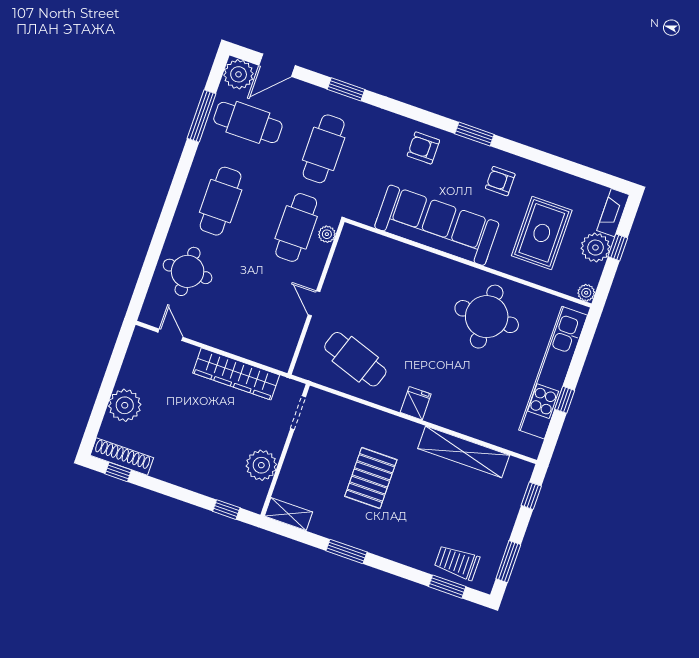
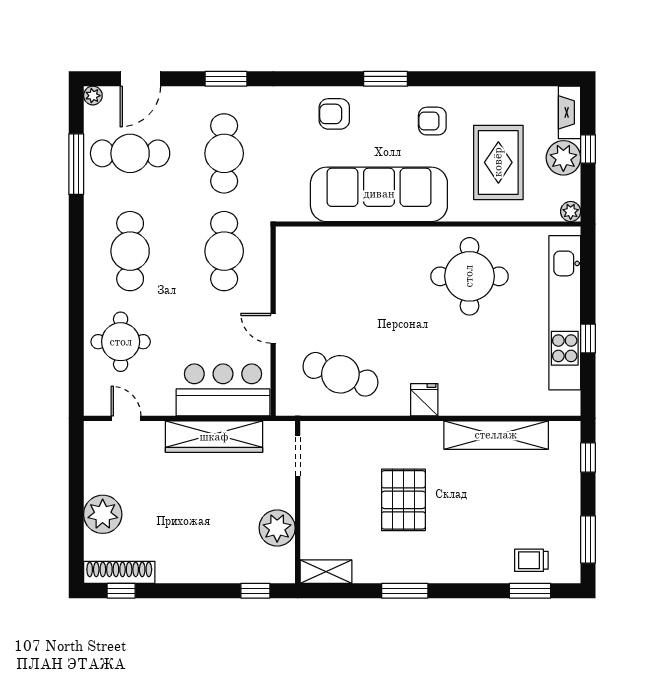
plant: (239, 74) -> (93, 96), width x0.53, depth x0.53
plant: (327, 234) -> (261, 247), removed
bar counter: (256, 339) -> (223, 390), added
trolley: (457, 562) -> (531, 560), width x0.73, depth x0.72

